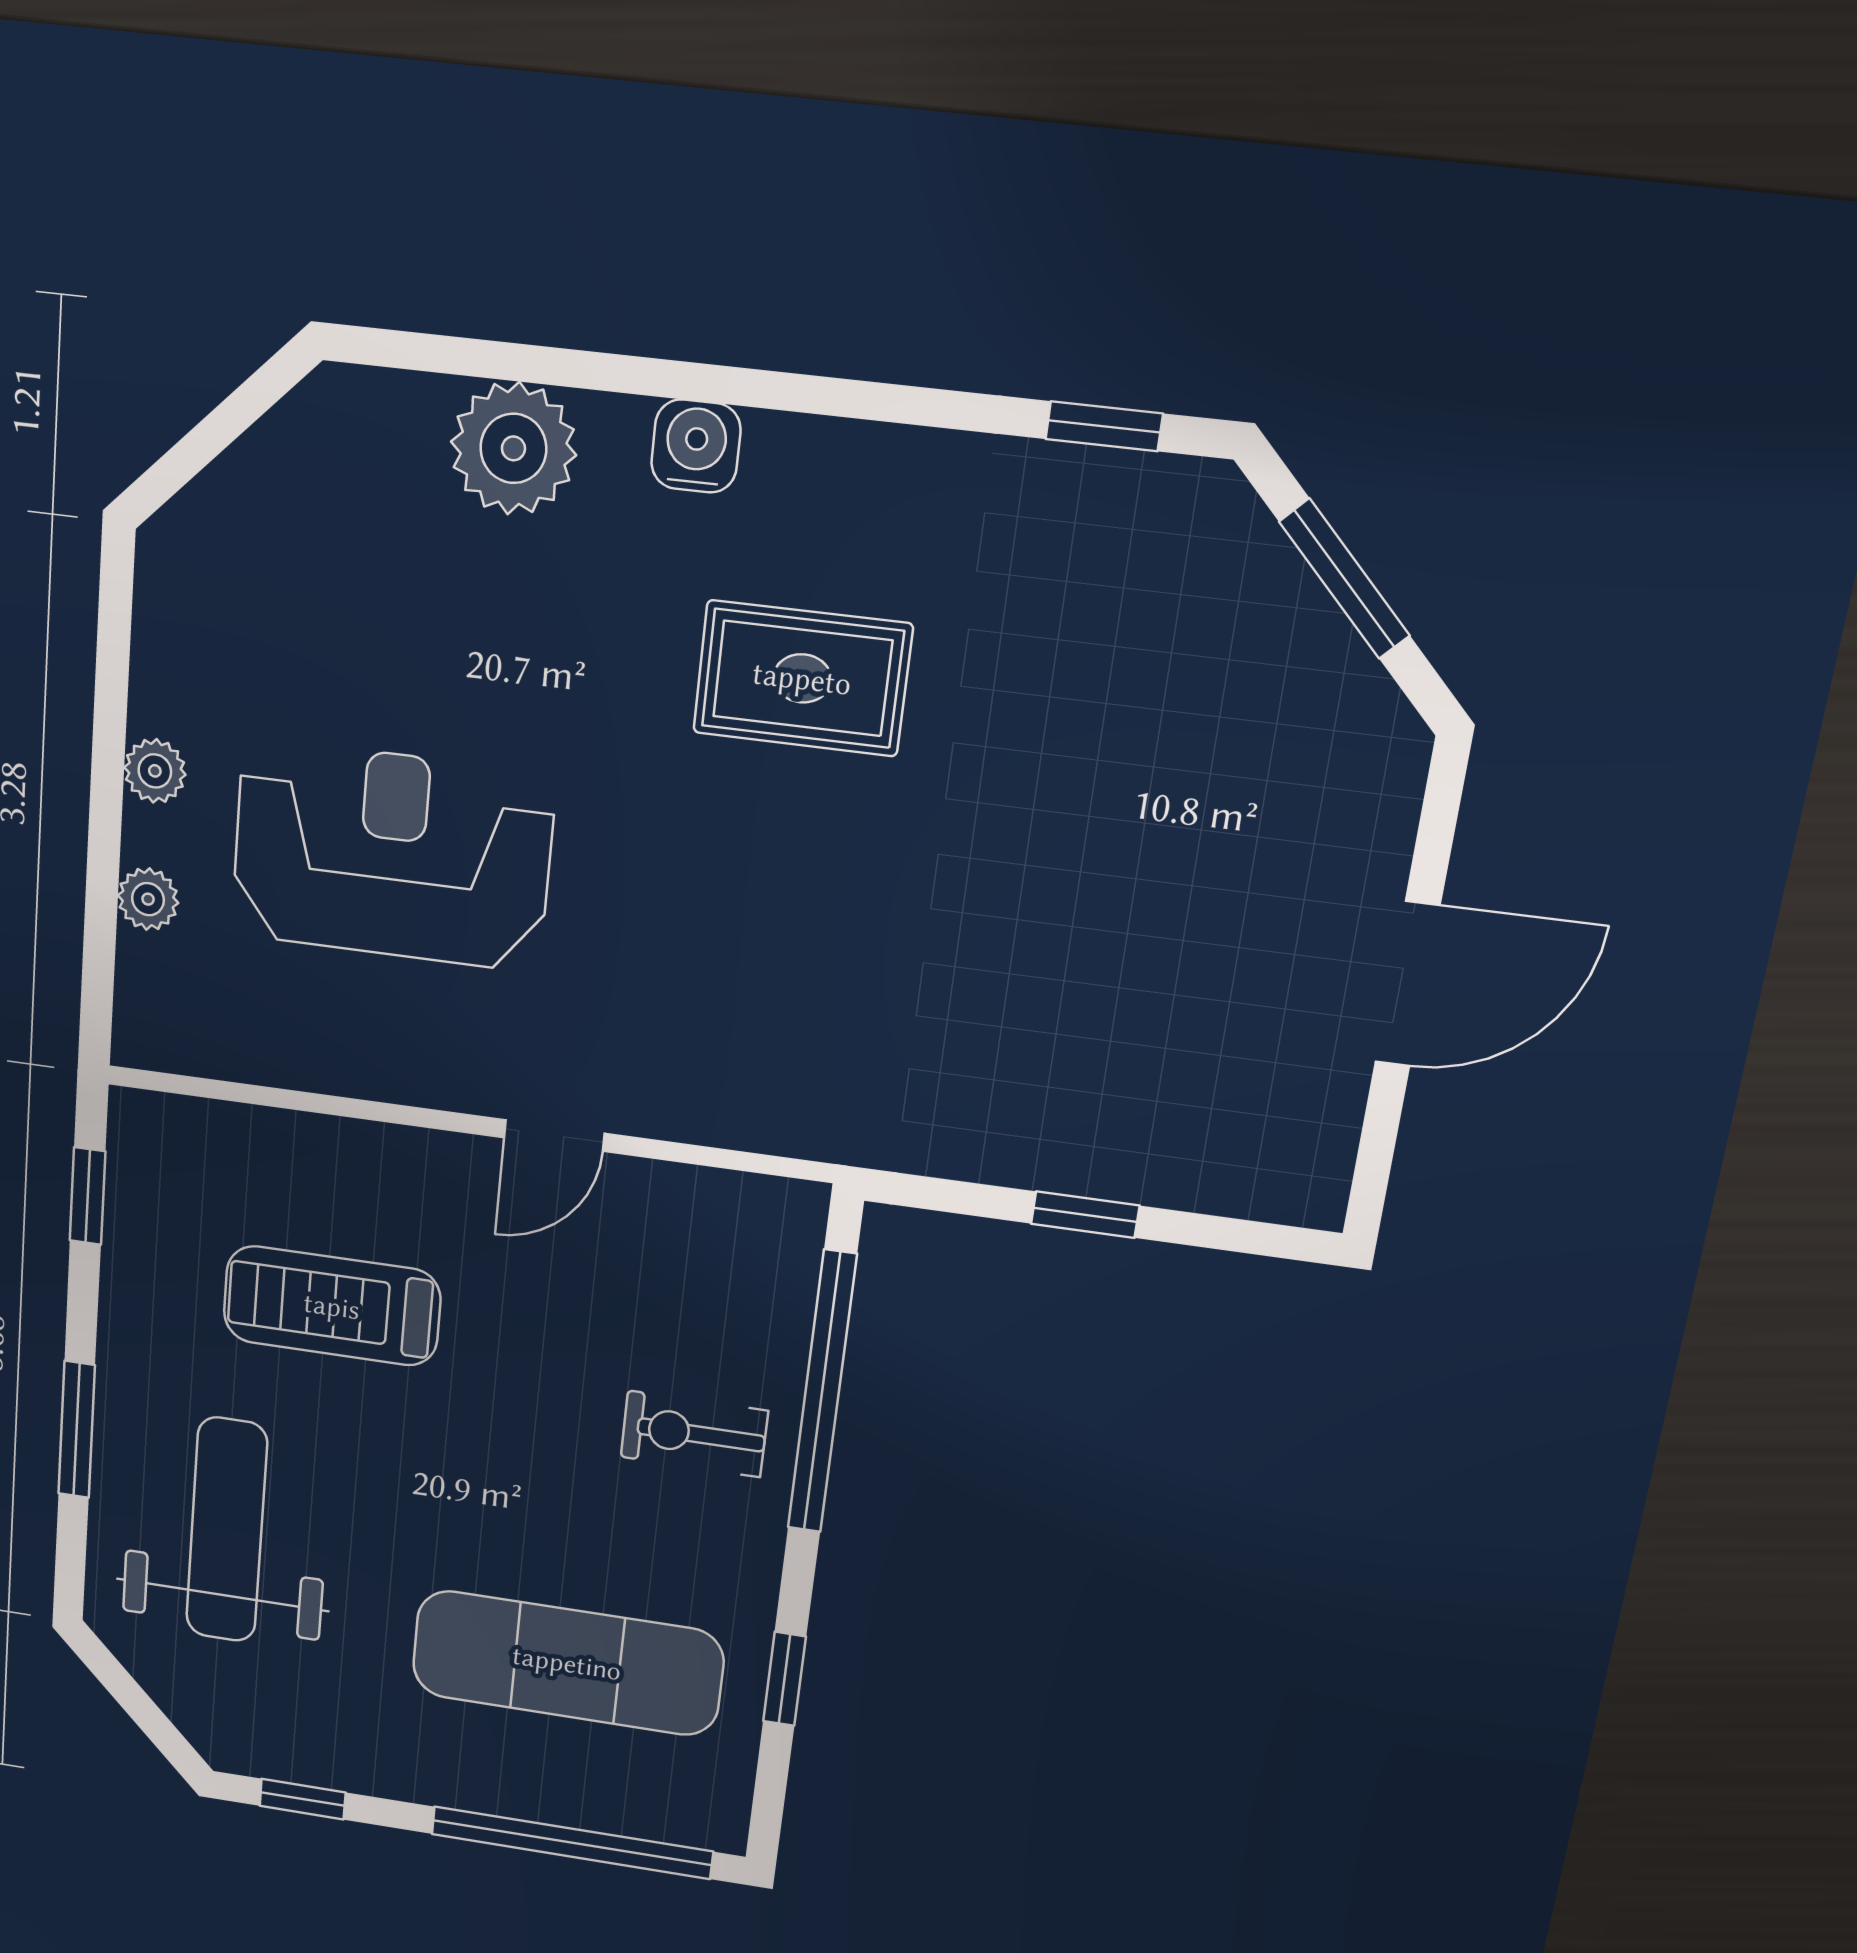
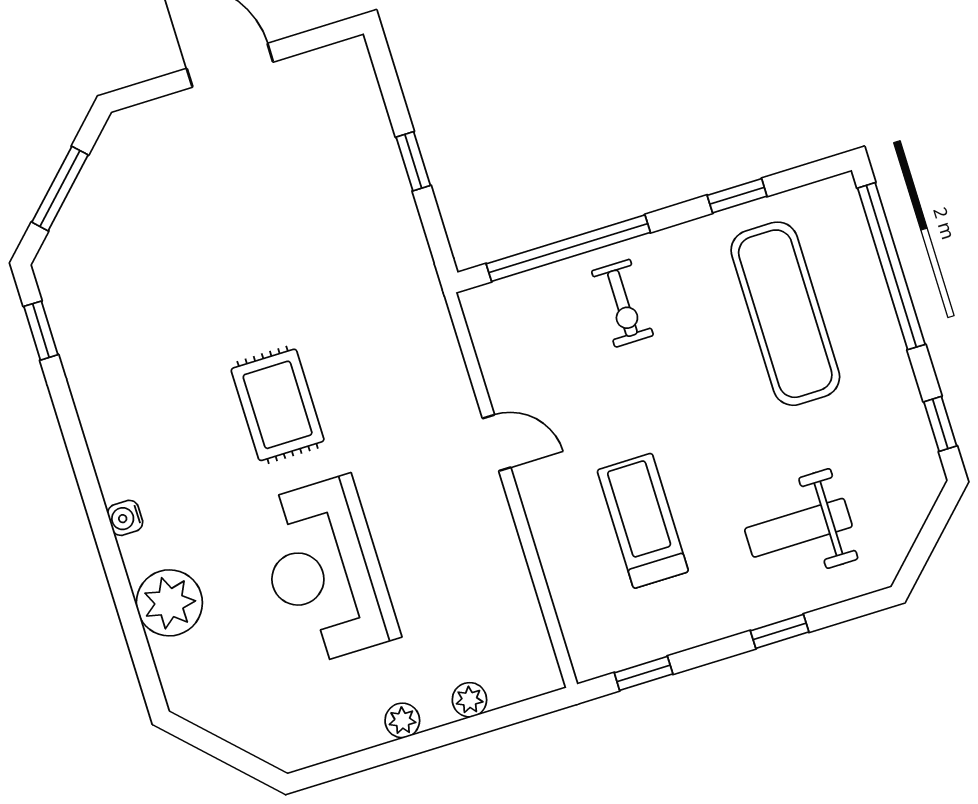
water cooler: (696, 446) -> (125, 518), width x0.72, depth x0.72
rug: (802, 678) -> (278, 405), moved
reception desk: (392, 855) -> (325, 571), moved
treadmill: (332, 1306) -> (643, 521), turned 180
window: (77, 1430) -> (780, 631), width x0.67
weight bench: (227, 1530) -> (798, 528), width x0.73, depth x0.75

